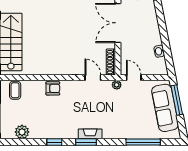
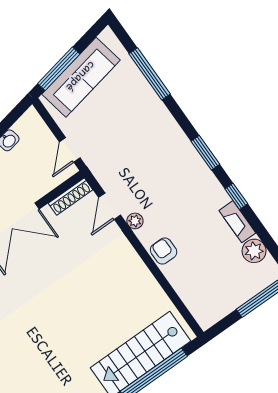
plant: (117, 85) -> (135, 221), moved
coffee table: (15, 90) -> (203, 301), removed
fireplace: (90, 134) -> (237, 222), moved

